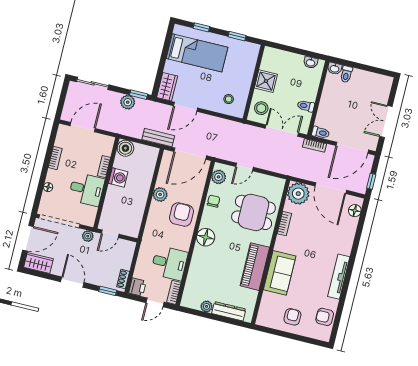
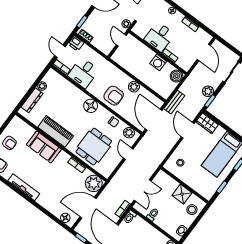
stool: (261, 108) -> (192, 210), moved

